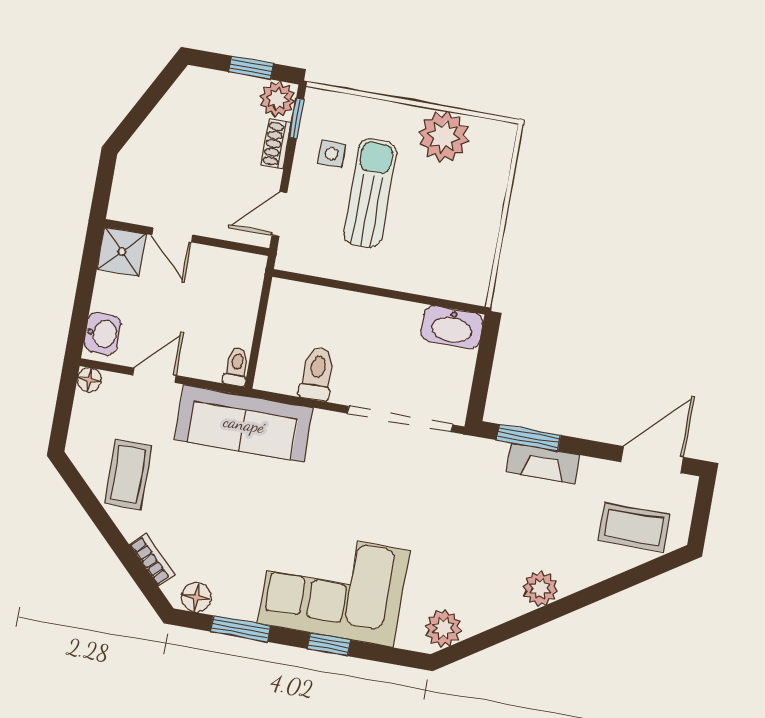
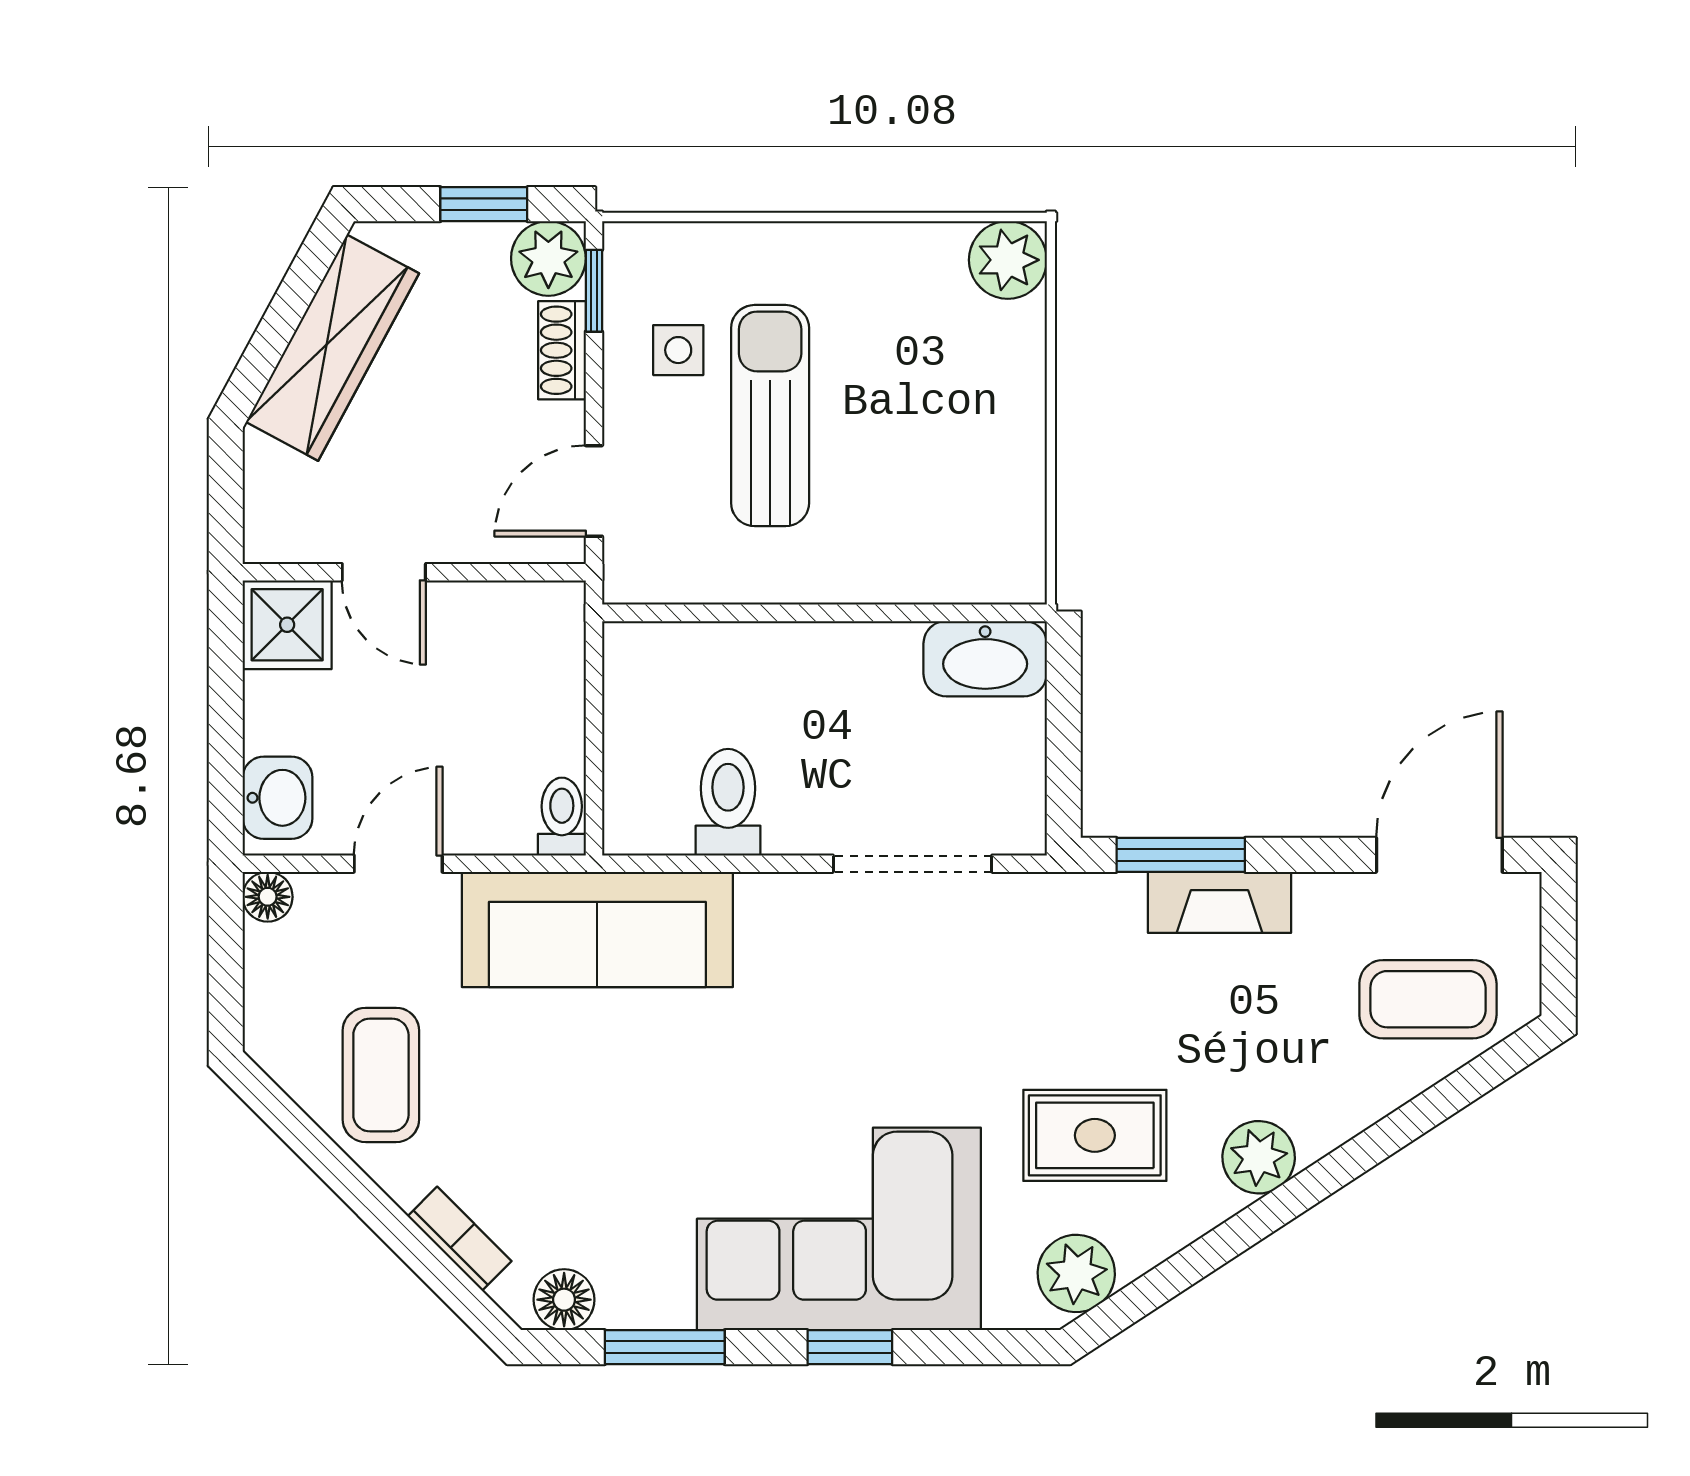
wardrobe: (167, 123) -> (332, 348), added
plant: (444, 136) -> (1008, 260), moved, width x0.73, depth x0.73
doorway: (400, 419) -> (912, 864), width x0.73
rug: (464, 564) -> (1095, 1135), added

